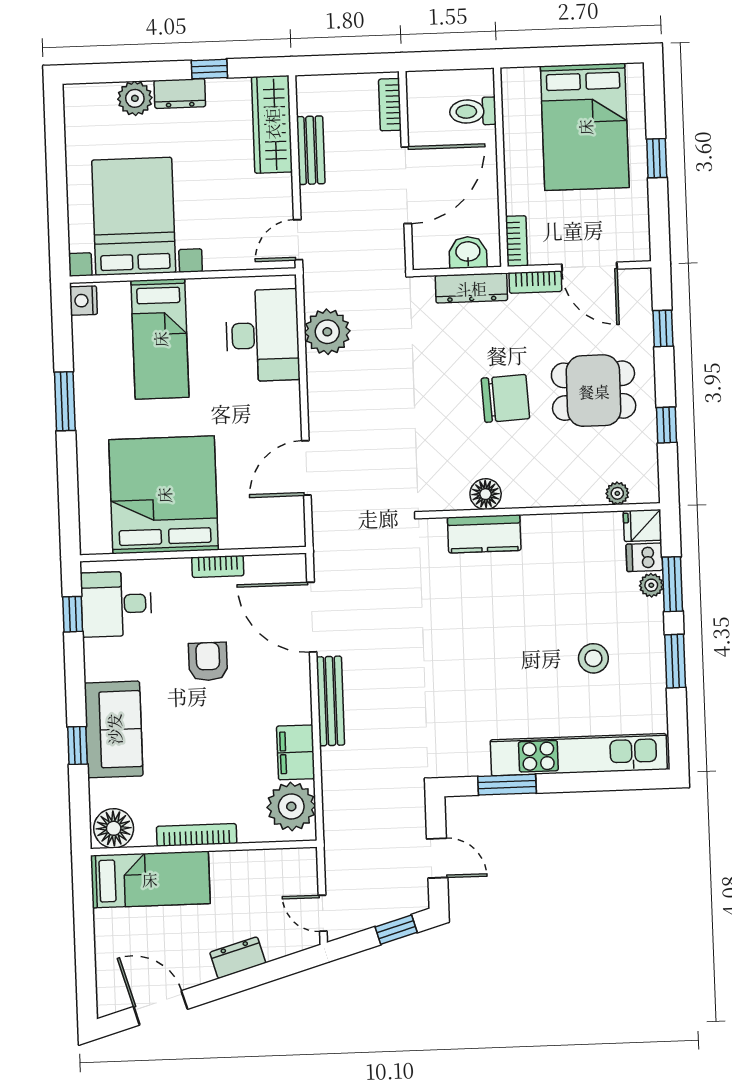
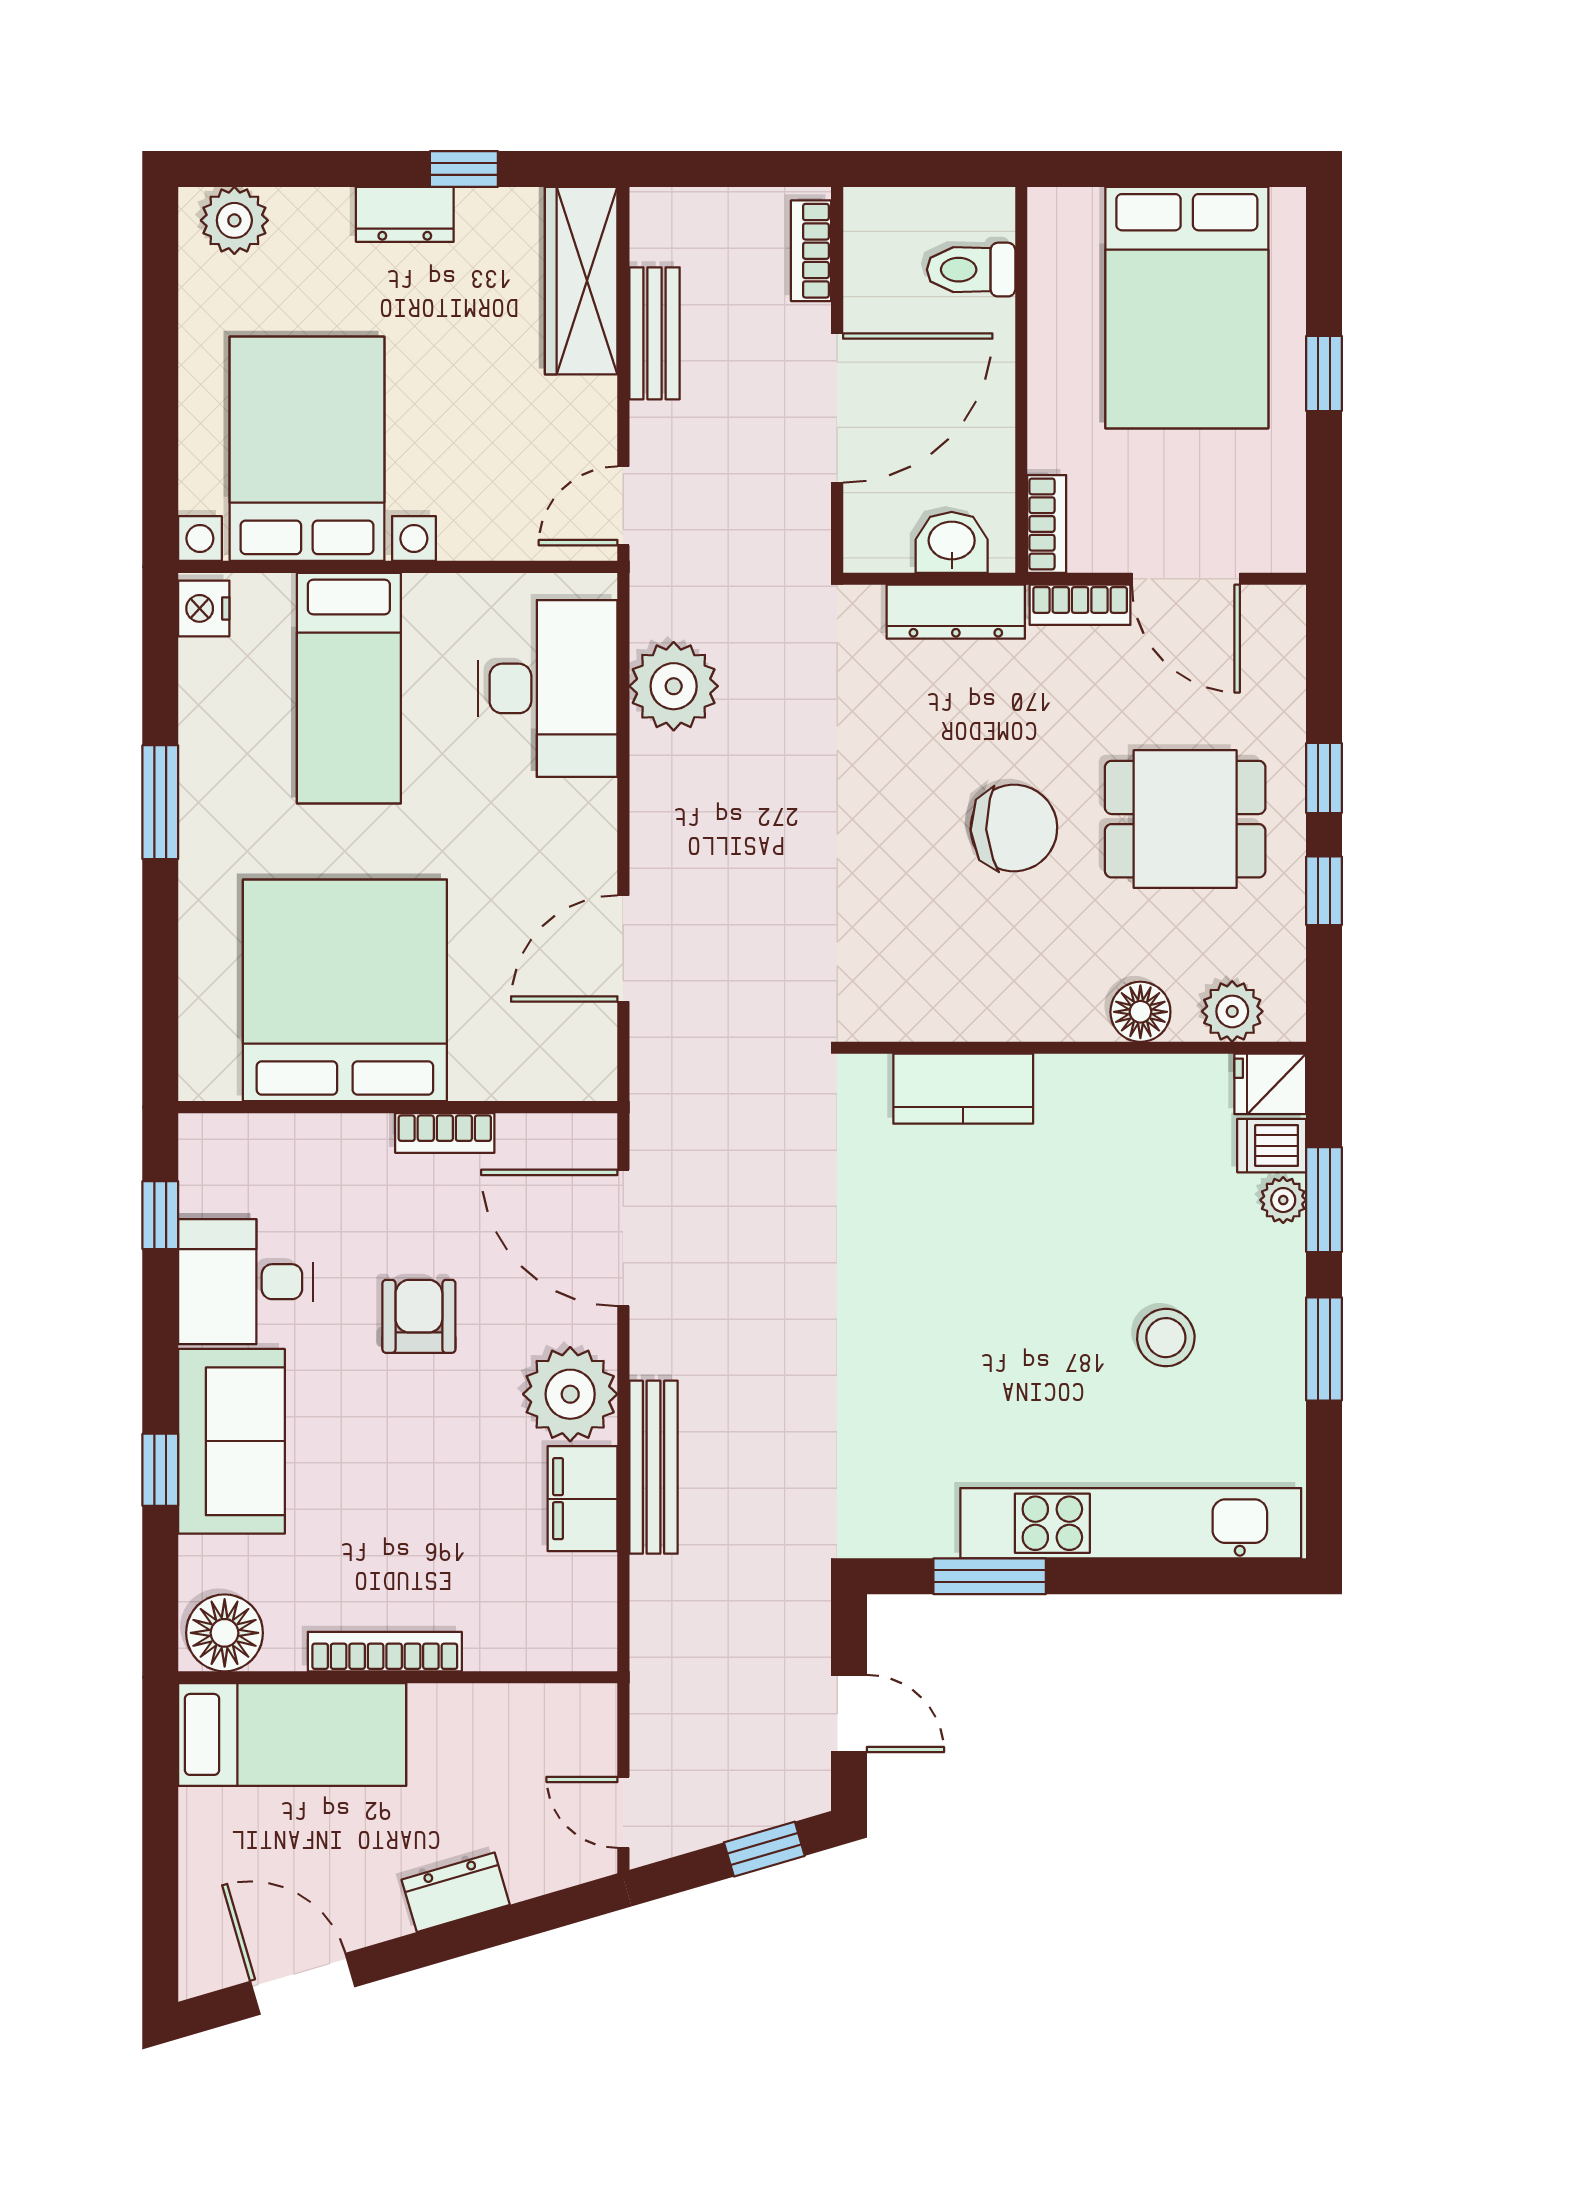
plant: (135, 98) -> (234, 220), moved
window: (663, 328) -> (1324, 778), moved
plant: (617, 493) -> (1232, 1011), width x1.38, depth x1.38
floor lamp: (486, 494) -> (1140, 1012), moved
desk: (116, 604) -> (245, 1282), moved
bench: (330, 701) -> (654, 1467), moved
plant: (291, 806) -> (570, 1394), moved

